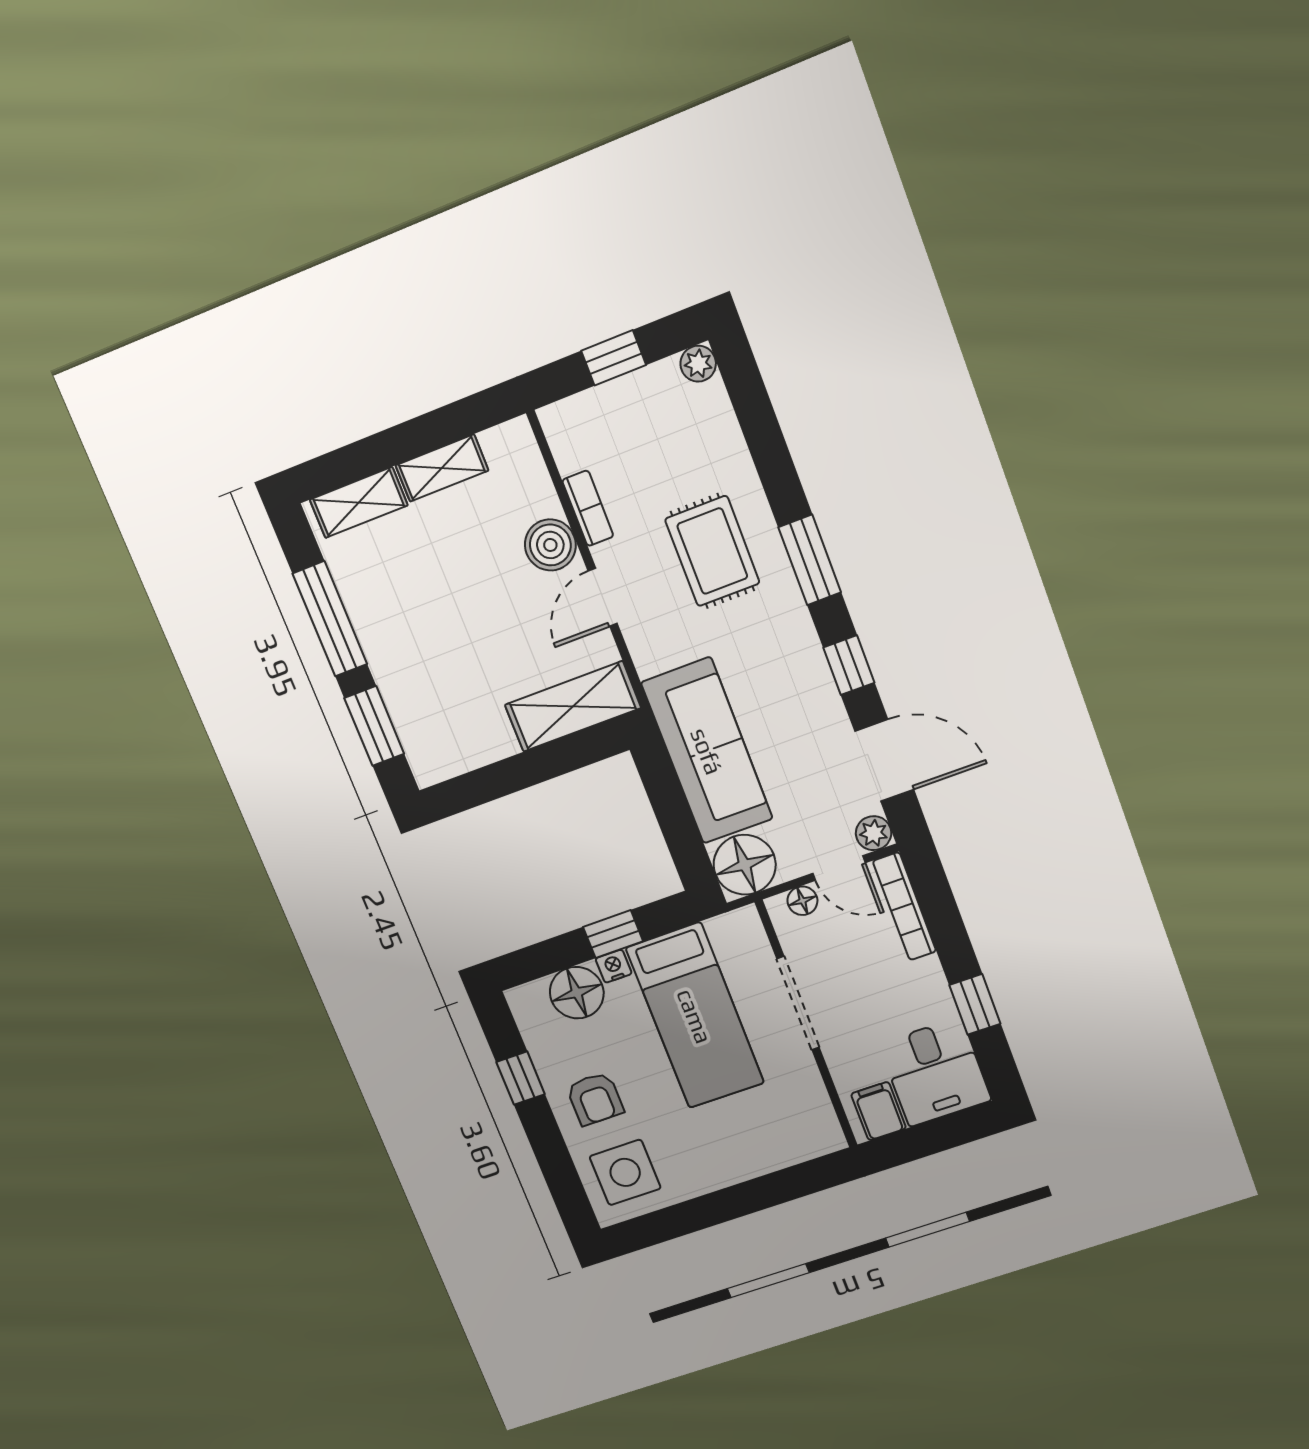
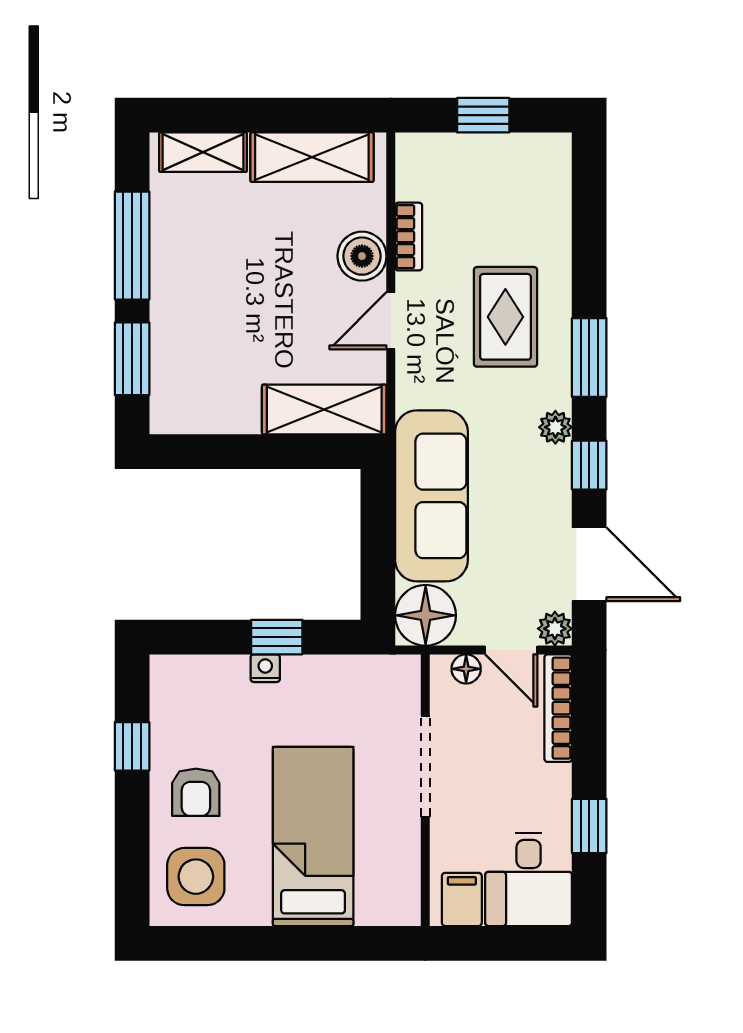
plant: (698, 364) -> (555, 427), moved
shelving: (442, 468) -> (312, 157), width x1.50, depth x1.33
floor lamp: (577, 993) -> (220, 681), removed
bed: (695, 1016) -> (313, 836), moved, turned 180

